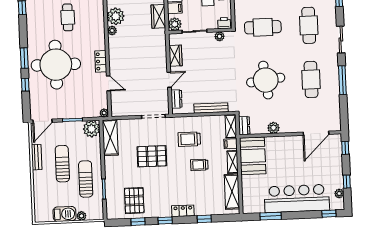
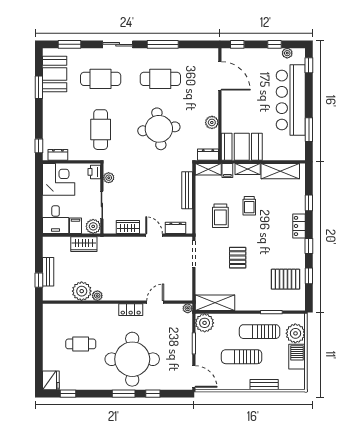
pallet: (152, 156) -> (238, 258), width x0.67, depth x0.71
bench: (37, 157) -> (264, 385), moved
plant: (81, 216) -> (295, 333), width x1.88, depth x1.88

